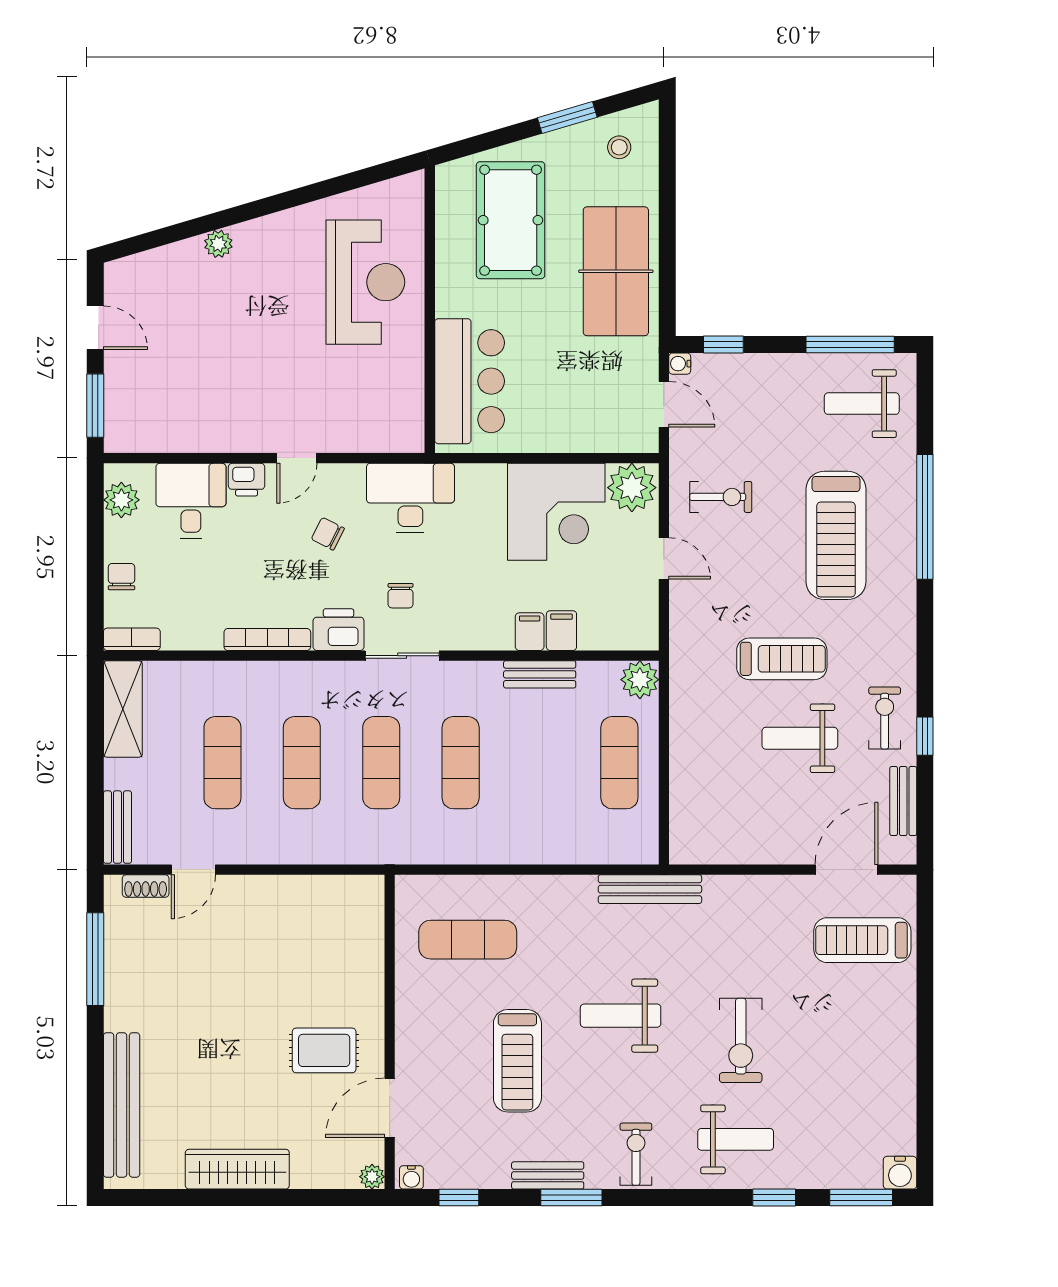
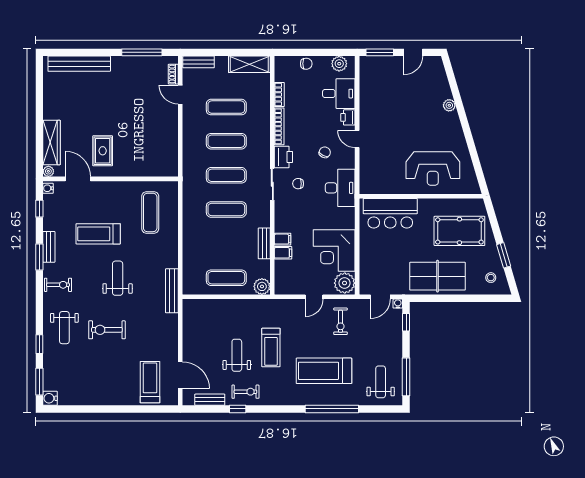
bookcase: (132, 639) -> (279, 94), moved
wardrobe: (237, 1169) -> (52, 143), moved

